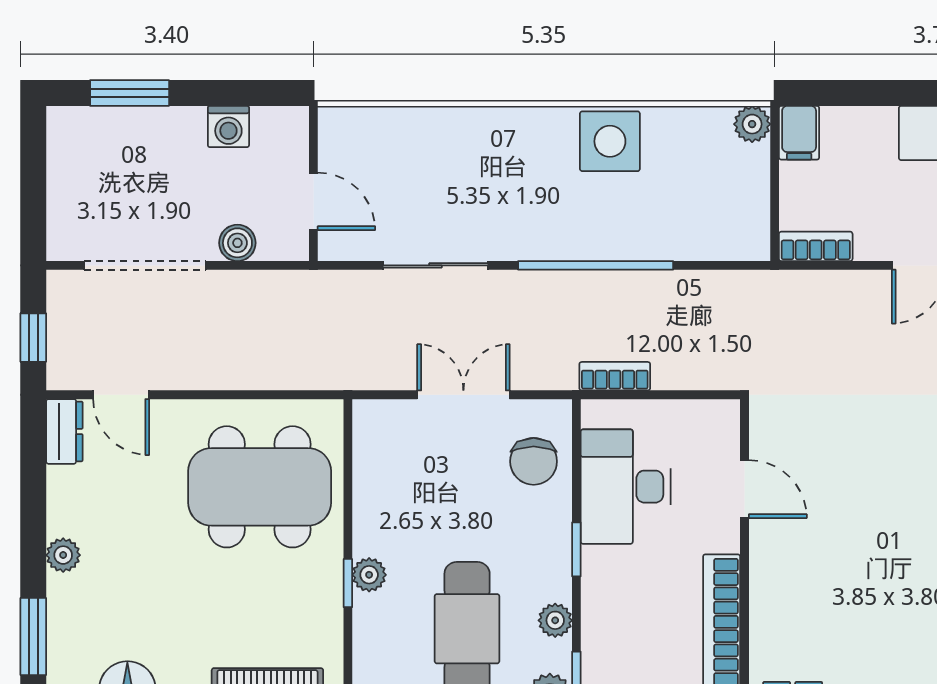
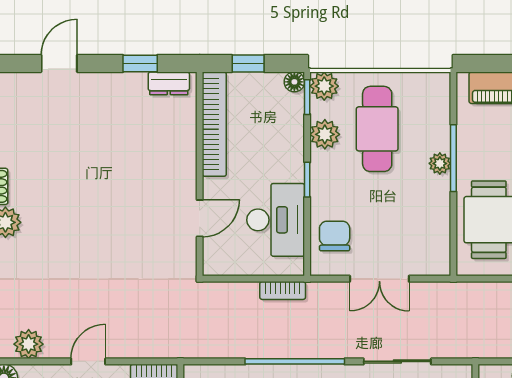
door: (744, 489) -> (200, 218), swing flipped
window: (348, 583) -> (453, 158), width x2.17
plant: (555, 620) -> (325, 134), width x1.38, depth x1.38

